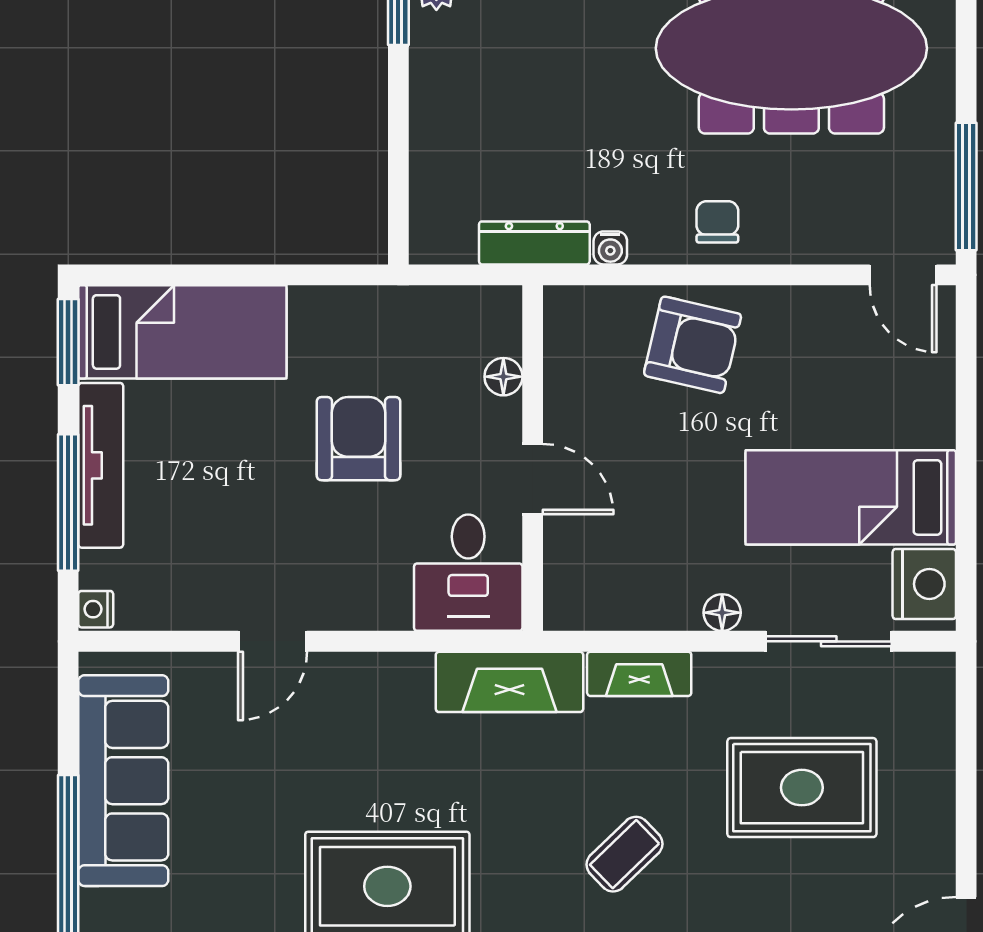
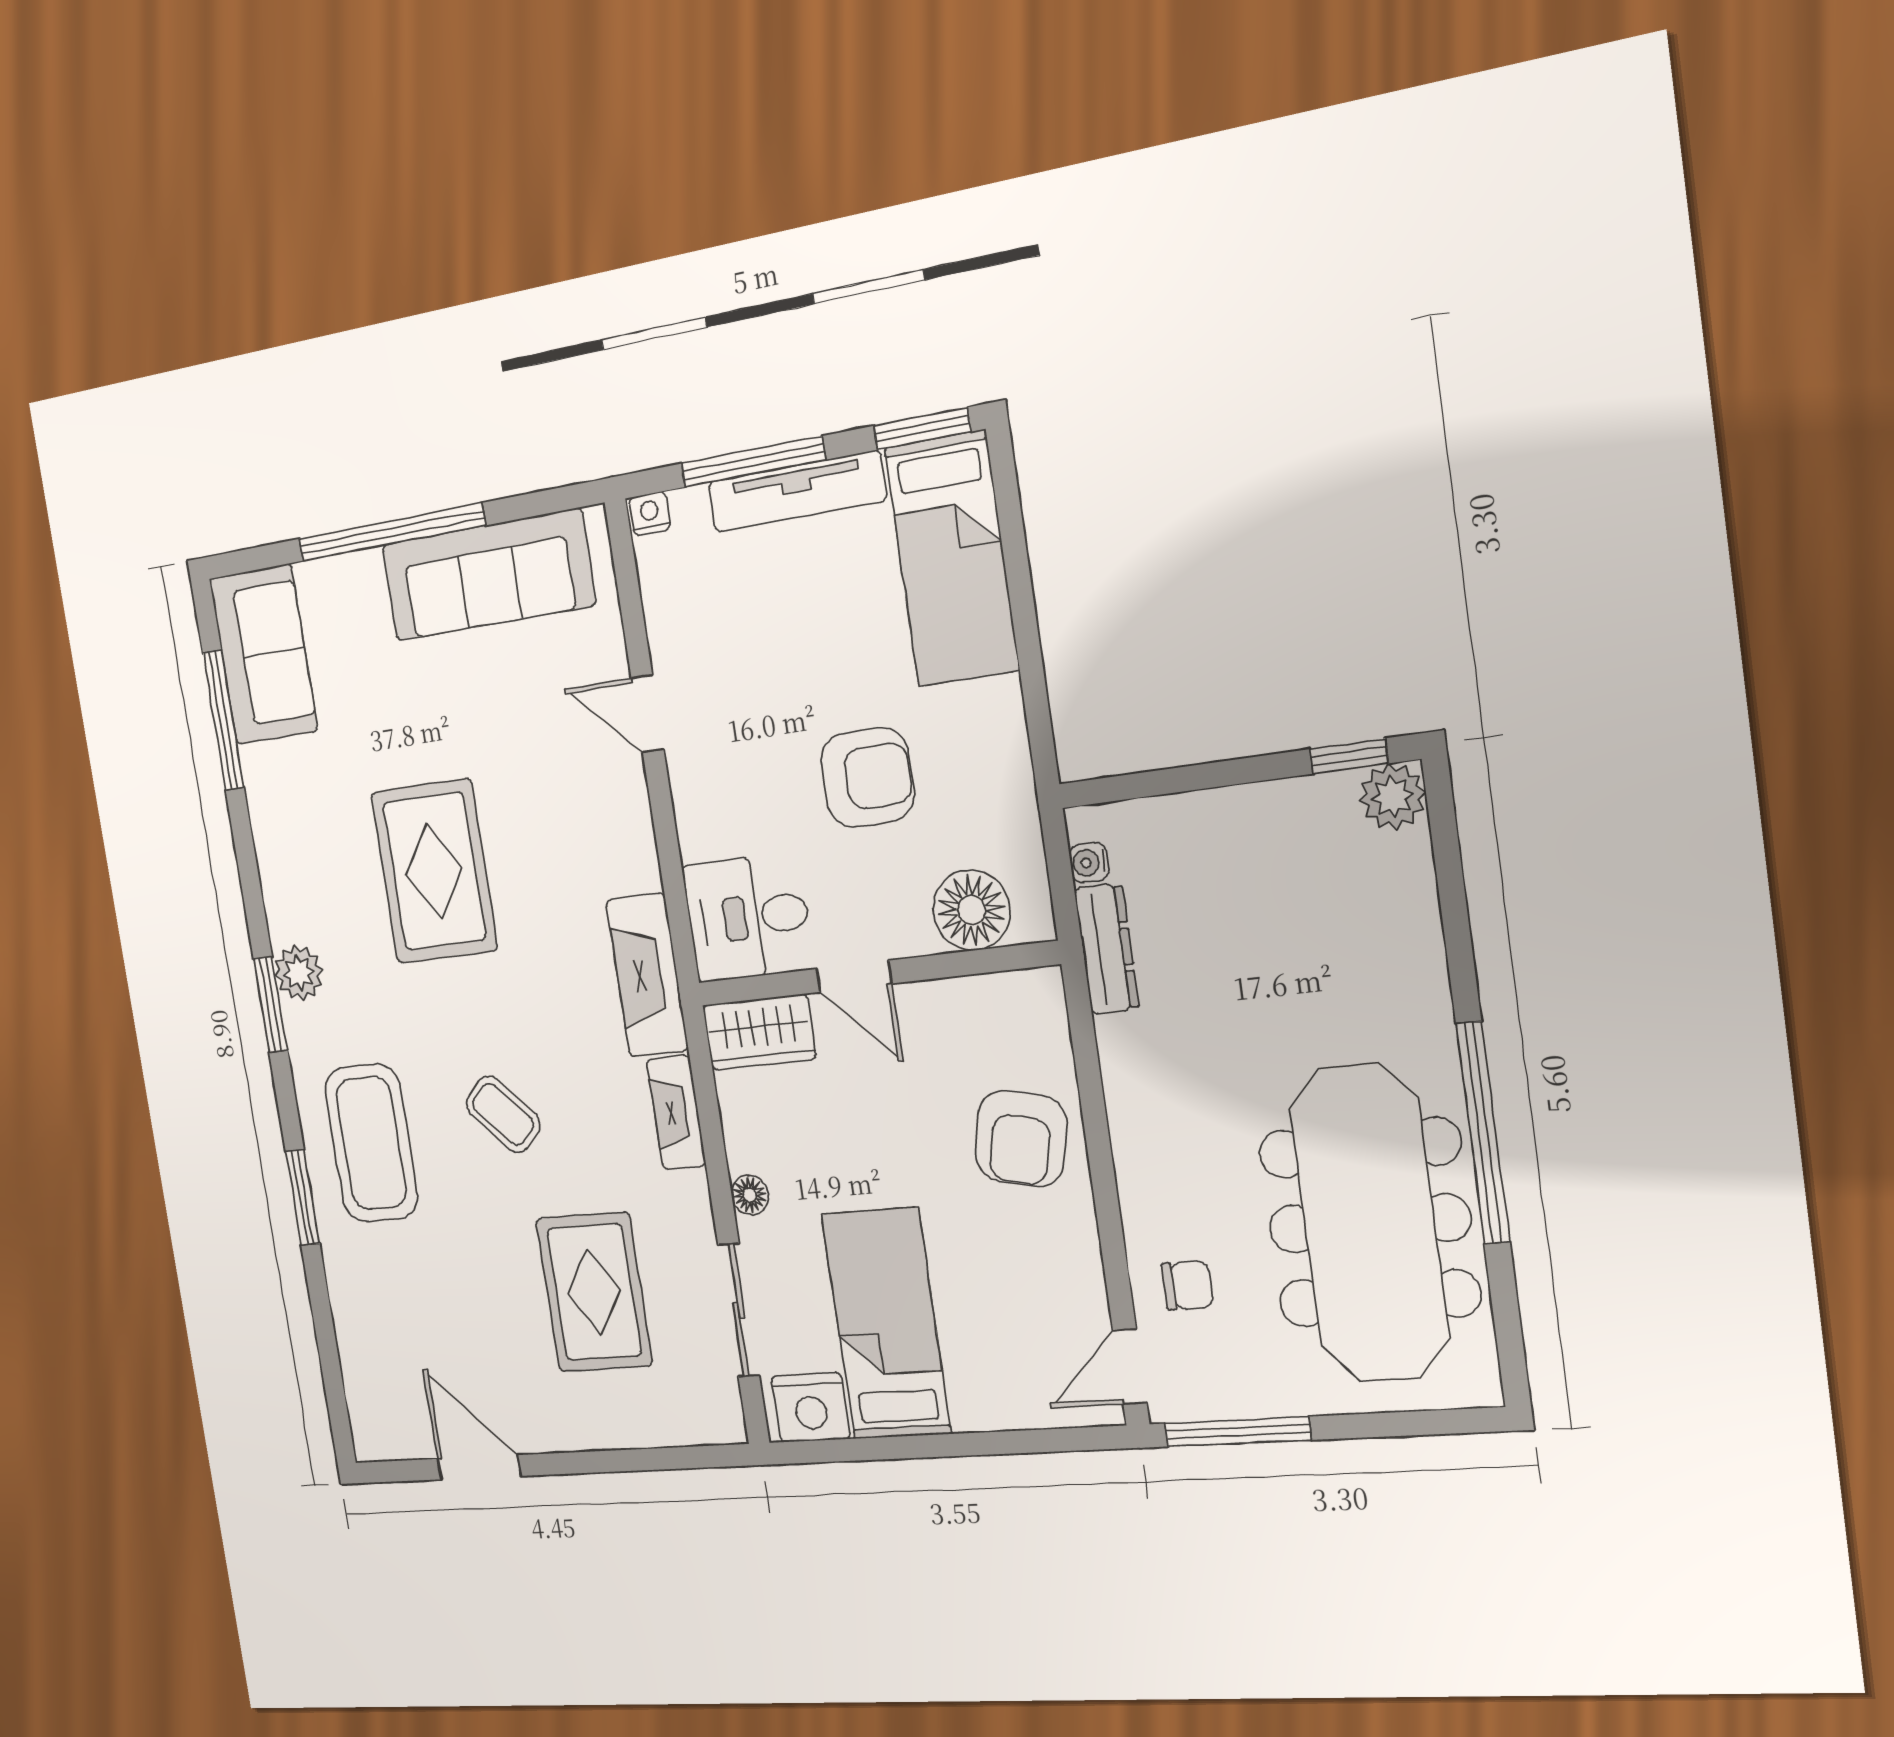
chair: (717, 222) -> (1187, 1285), moved
water cooler: (610, 248) -> (1089, 862), moved
floor lamp: (503, 377) -> (972, 910), width x1.89, depth x1.89
door: (533, 479) -> (854, 976), hinge flipped
wardrobe: (573, 579) -> (759, 1032), added

